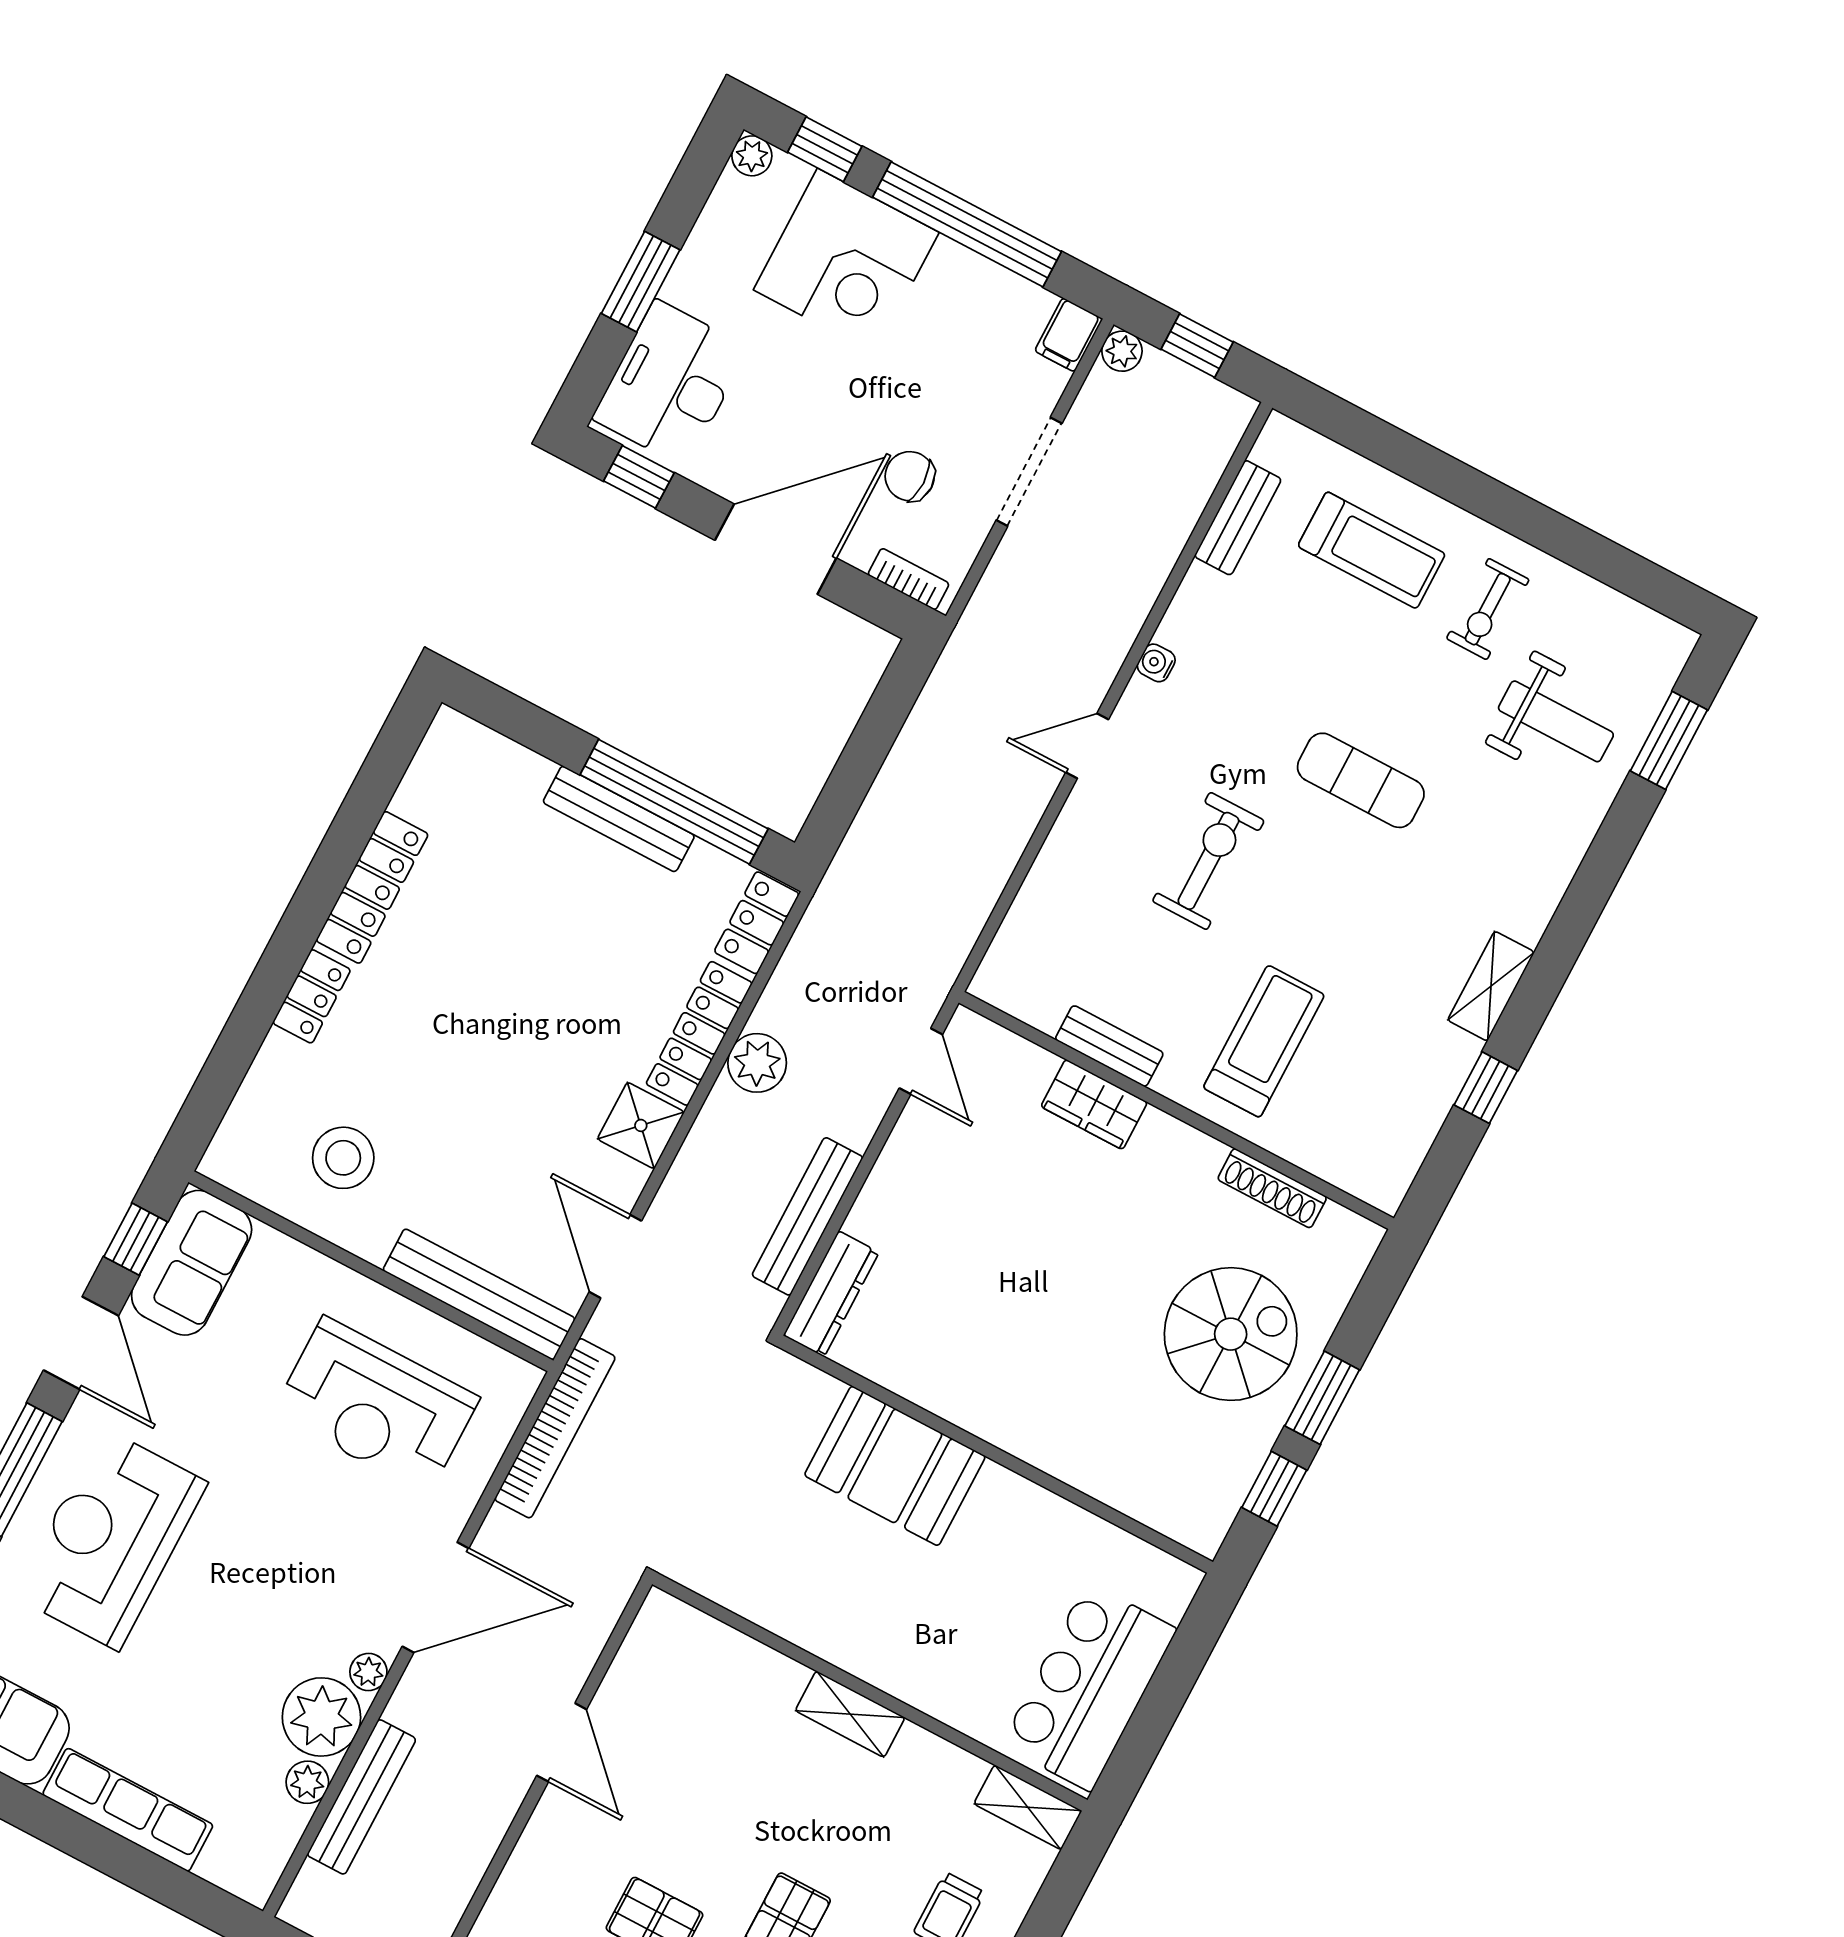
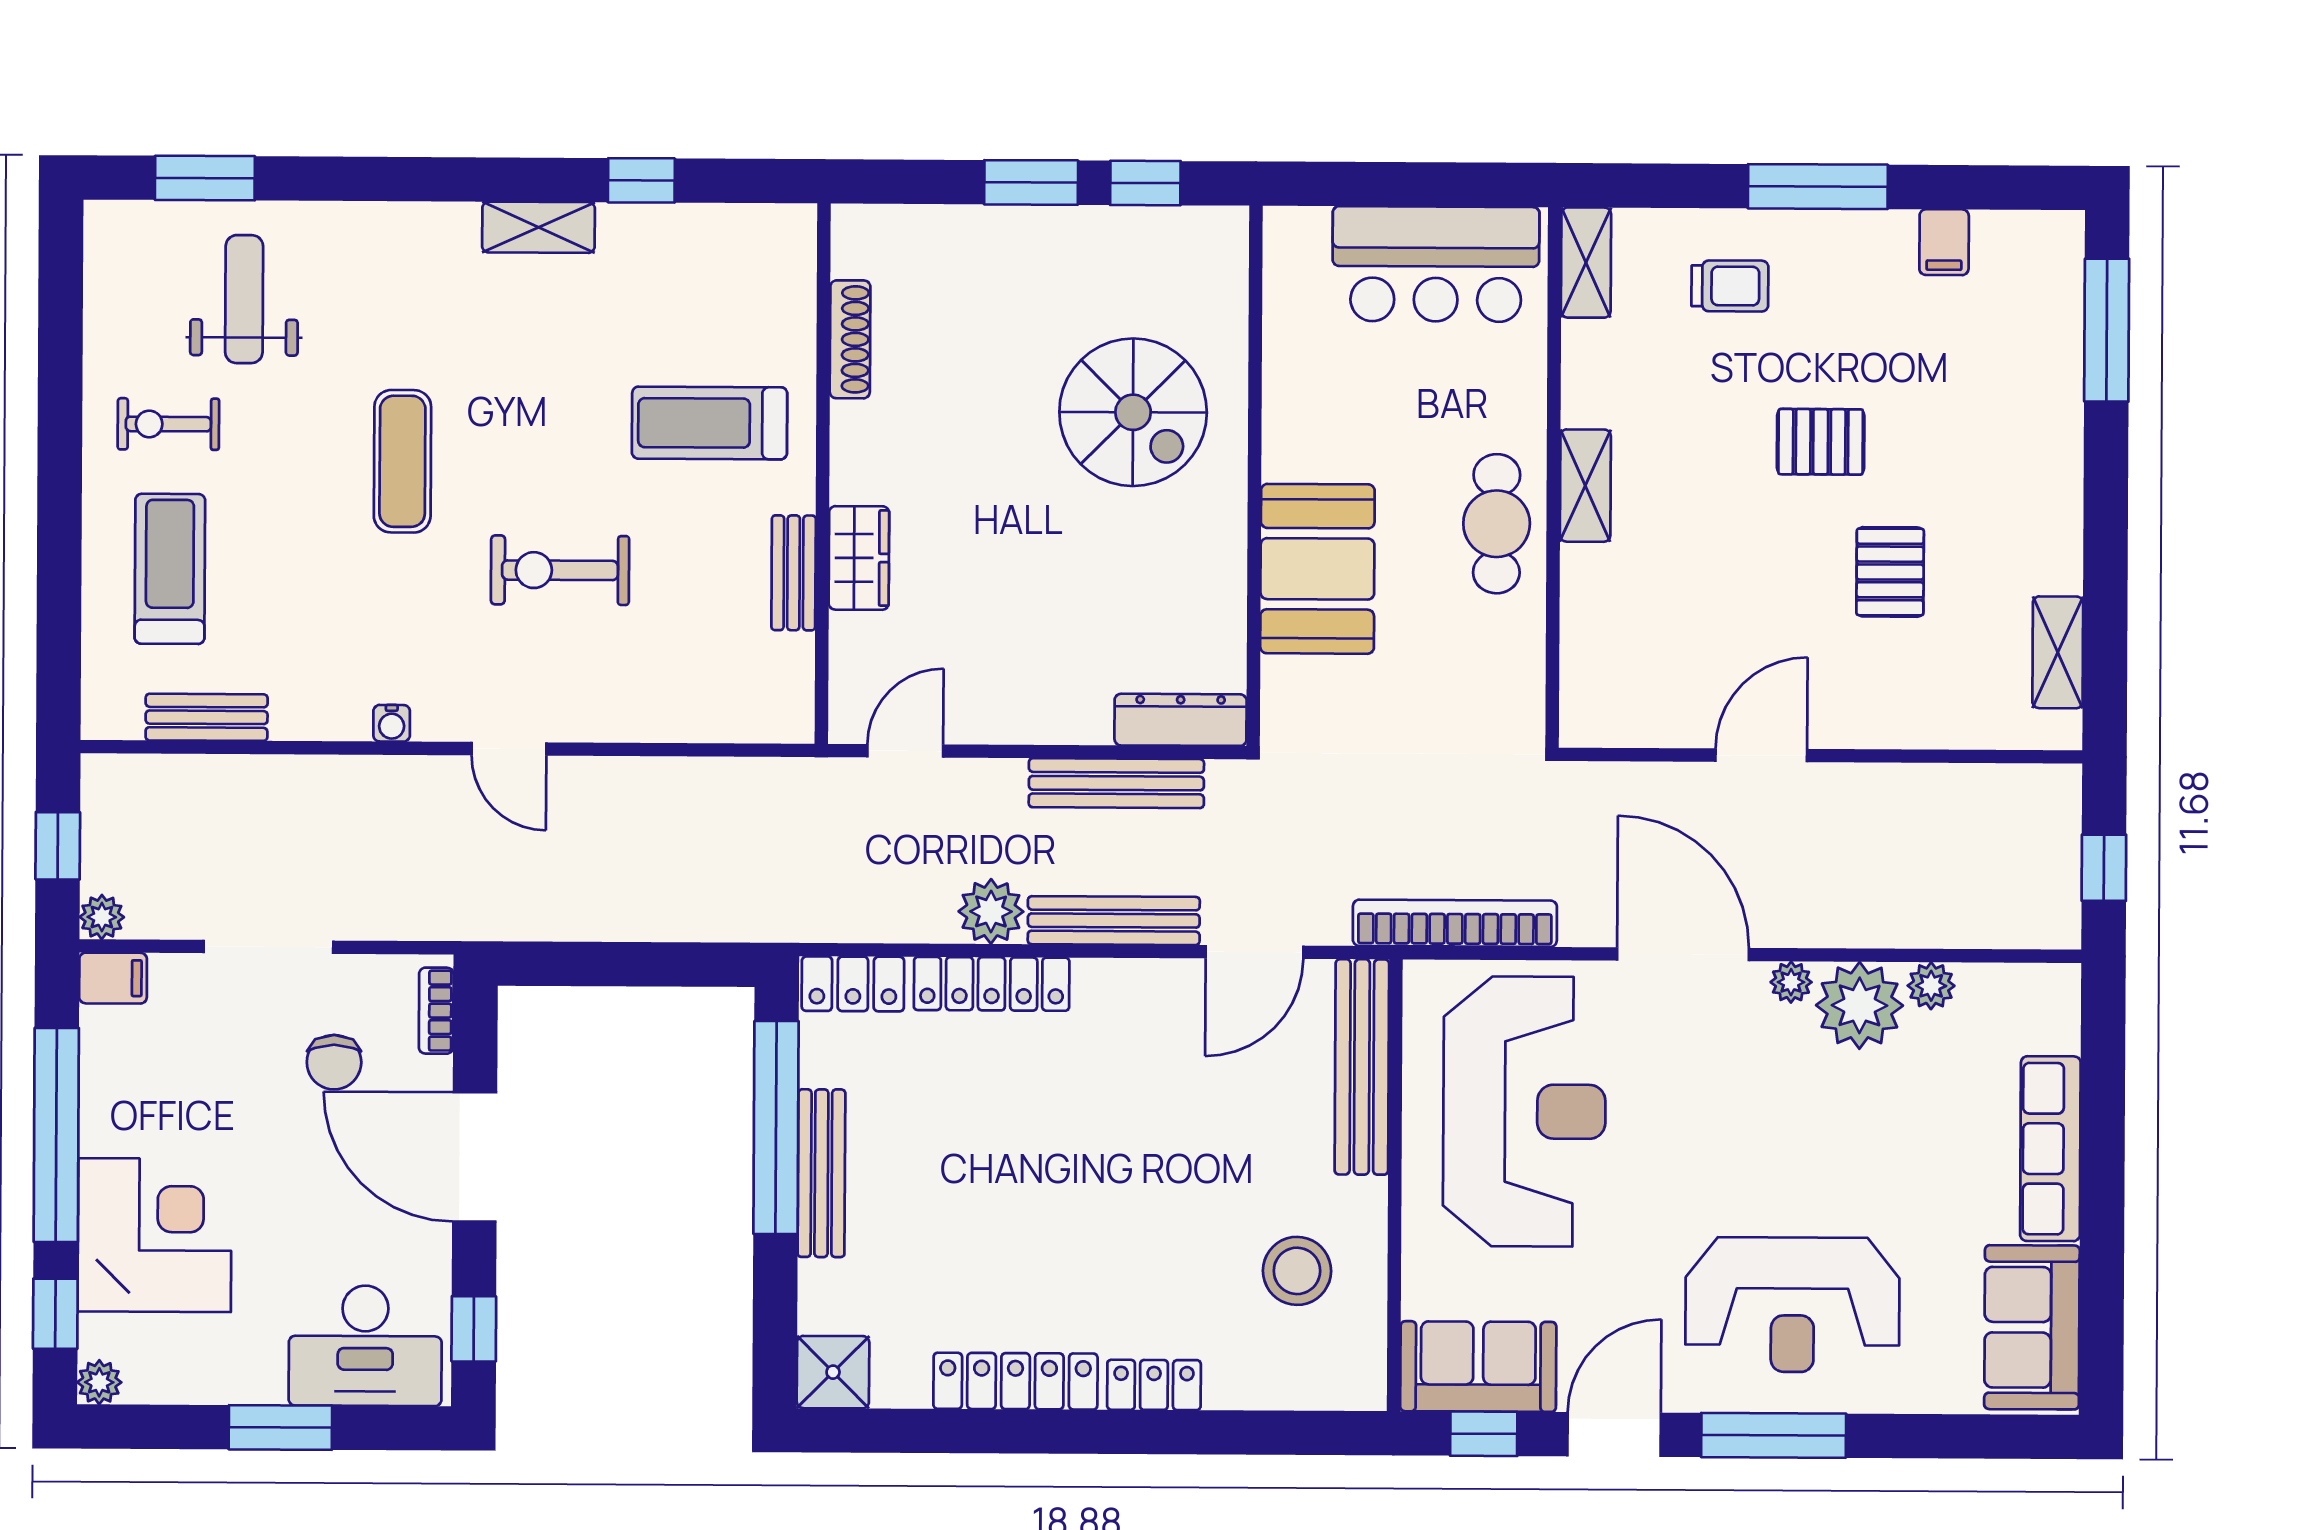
exercise bike: (1488, 609) -> (168, 424), turned 180
shower: (641, 1125) -> (833, 1372), moved
spiral stairs: (1231, 1334) -> (1133, 412), moved, turned 180
reception desk: (376, 1405) -> (1524, 1112), width x1.36, depth x1.30
cafe table: (856, 1627) -> (1497, 524), added
bench: (362, 1797) -> (1114, 921), moved

